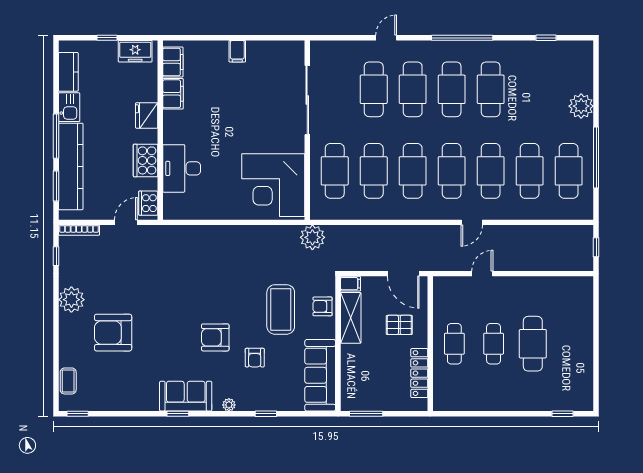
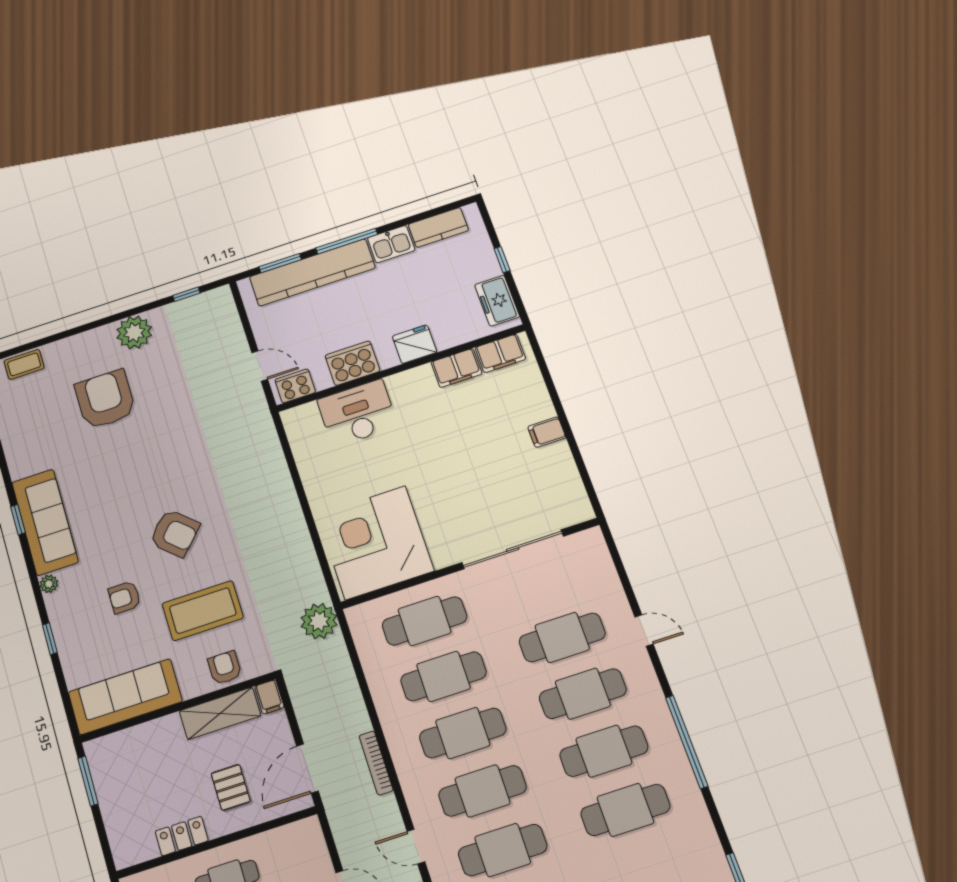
bookcase: (79, 230) -> (376, 763), moved
armchair: (215, 337) -> (175, 533), moved, turned 133
locker: (419, 373) -> (182, 836), width x0.66
sofa: (186, 396) -> (45, 522), width x1.36

